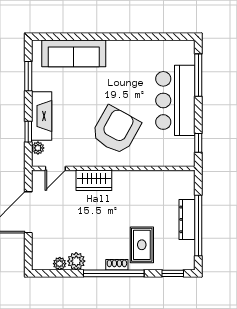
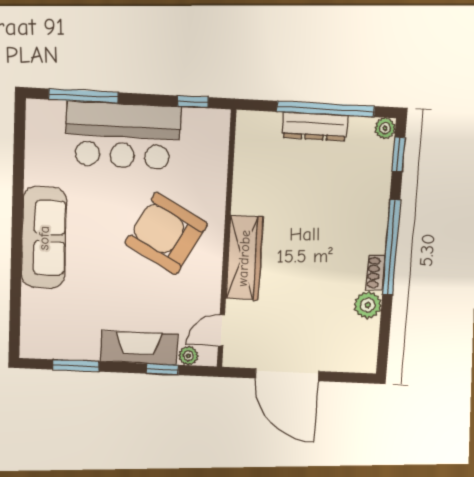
sofa: (74, 53) -> (44, 238), moved
door: (55, 168) -> (221, 330), swing flipped
wardrobe: (94, 180) -> (244, 258), width x1.50
rug: (142, 245) -> (350, 201), removed
plant: (60, 264) -> (385, 128), moved
shoe rack: (117, 265) -> (376, 273), moved

